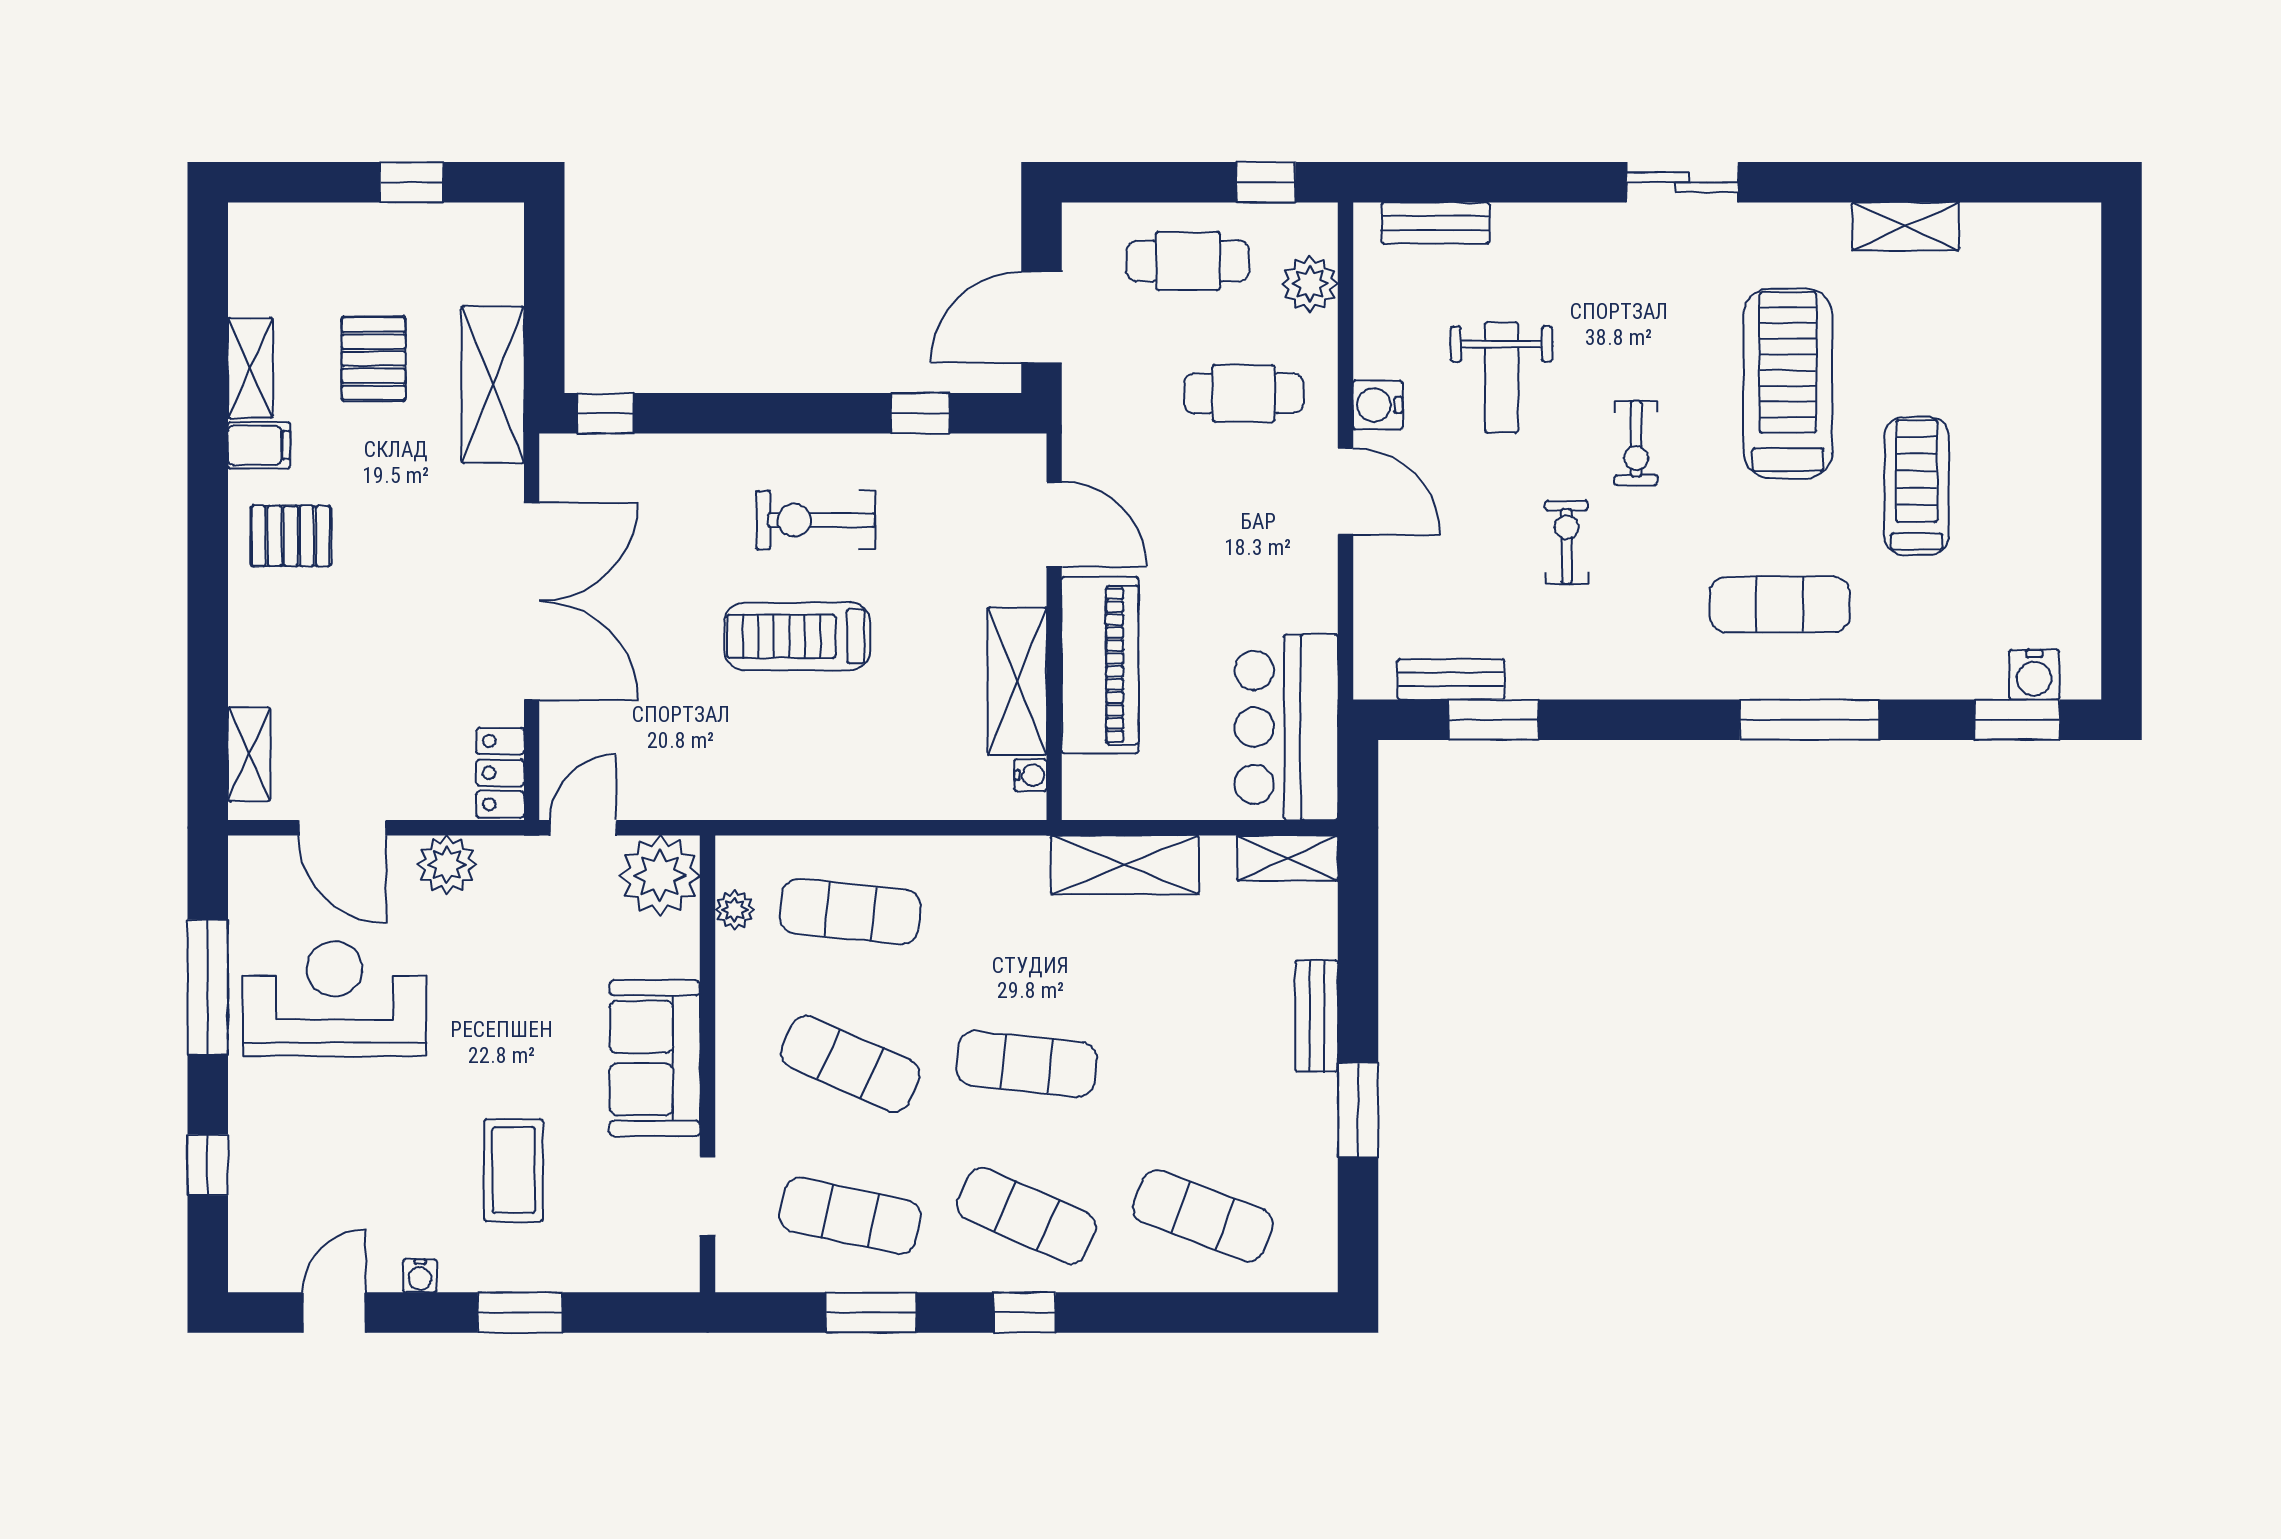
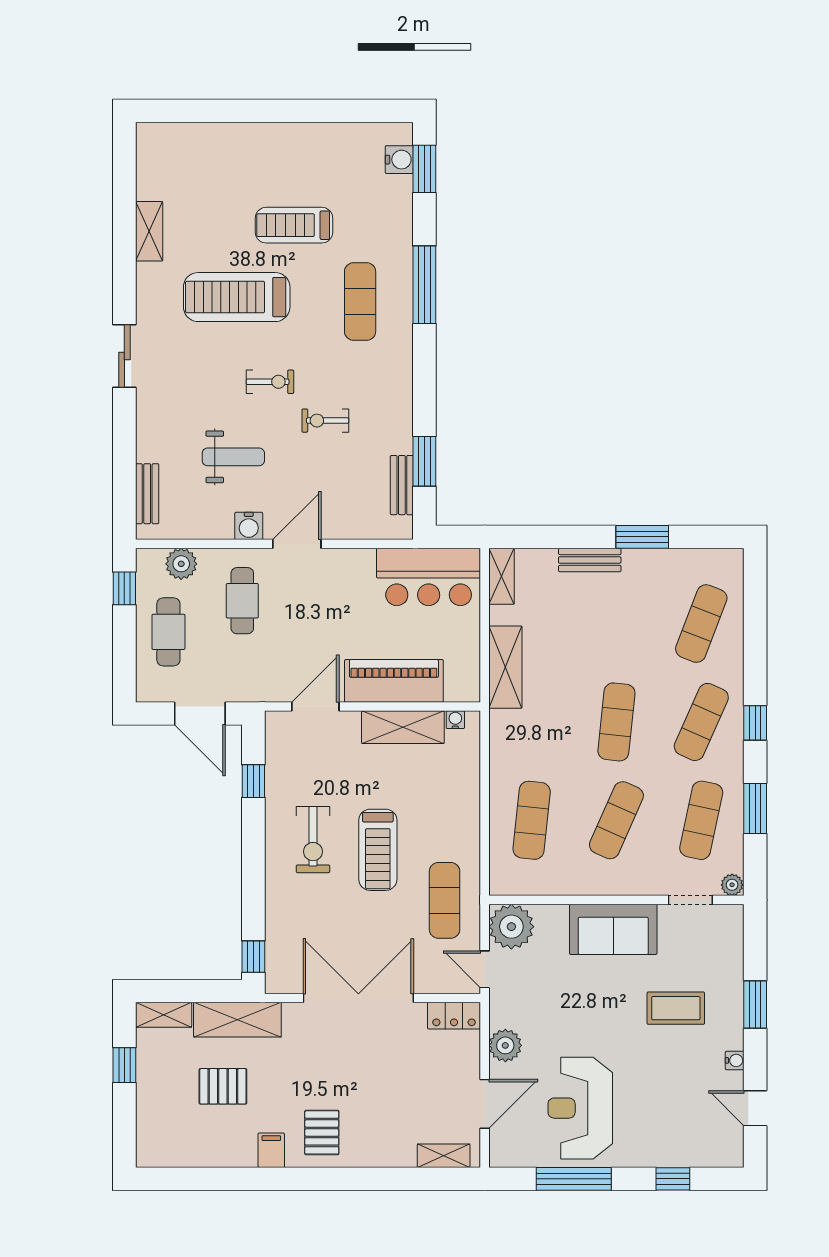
shelving: (250, 368) -> (164, 1015), moved
exercise mat: (707, 756) -> (445, 900), added
plant: (735, 910) -> (732, 885), moved

